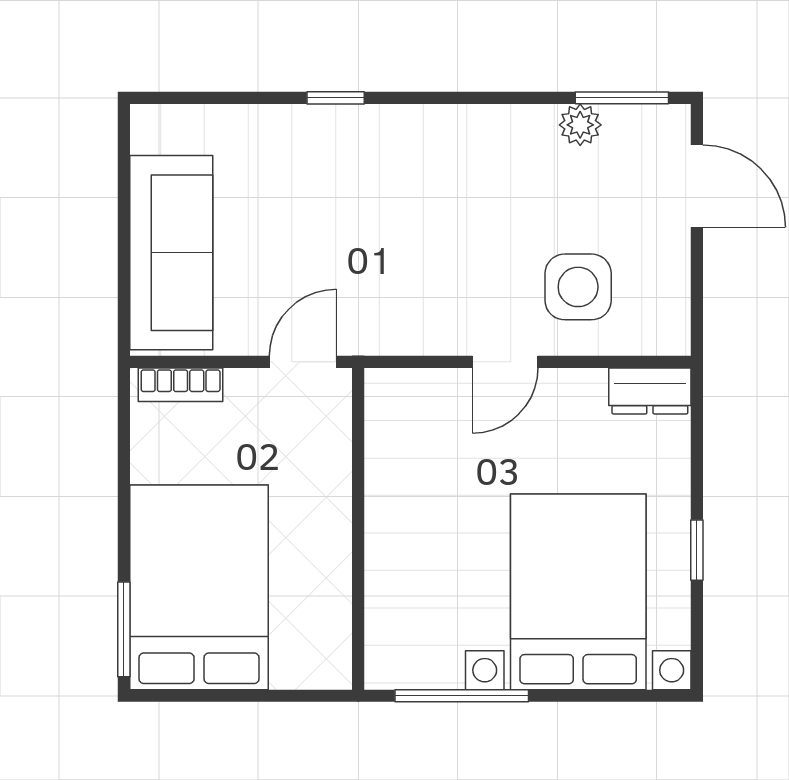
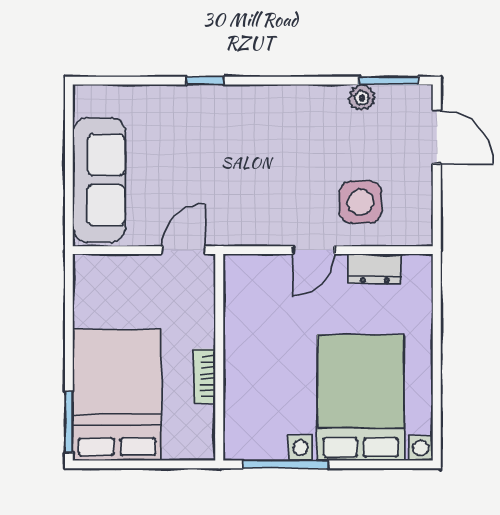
bookcase: (181, 385) -> (205, 376), moved, turned 90
dresser: (650, 391) -> (375, 269), moved
window: (697, 550) -> (437, 371), removed

